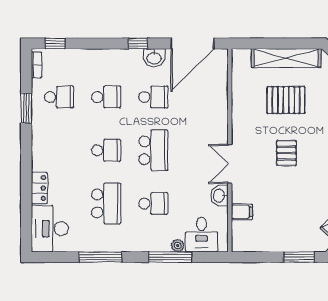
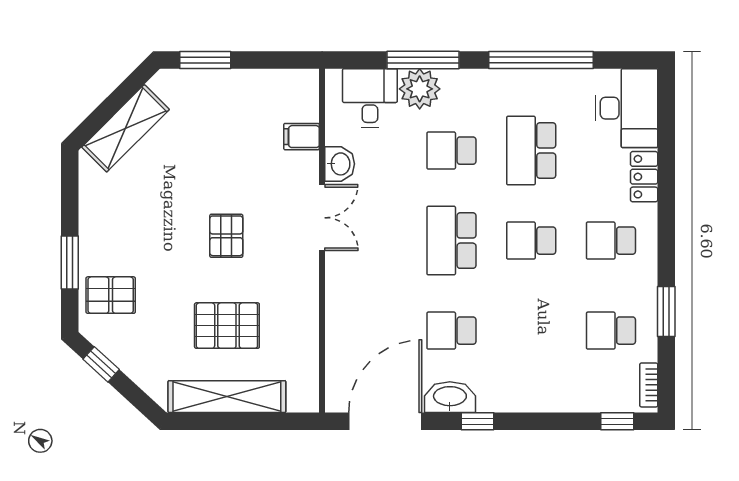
washbasin: (154, 58) -> (450, 397), width x1.38
school desk: (106, 97) -> (611, 241), moved
plant: (178, 246) -> (420, 89), width x1.88, depth x1.88
window: (100, 257) -> (541, 60), width x1.46

